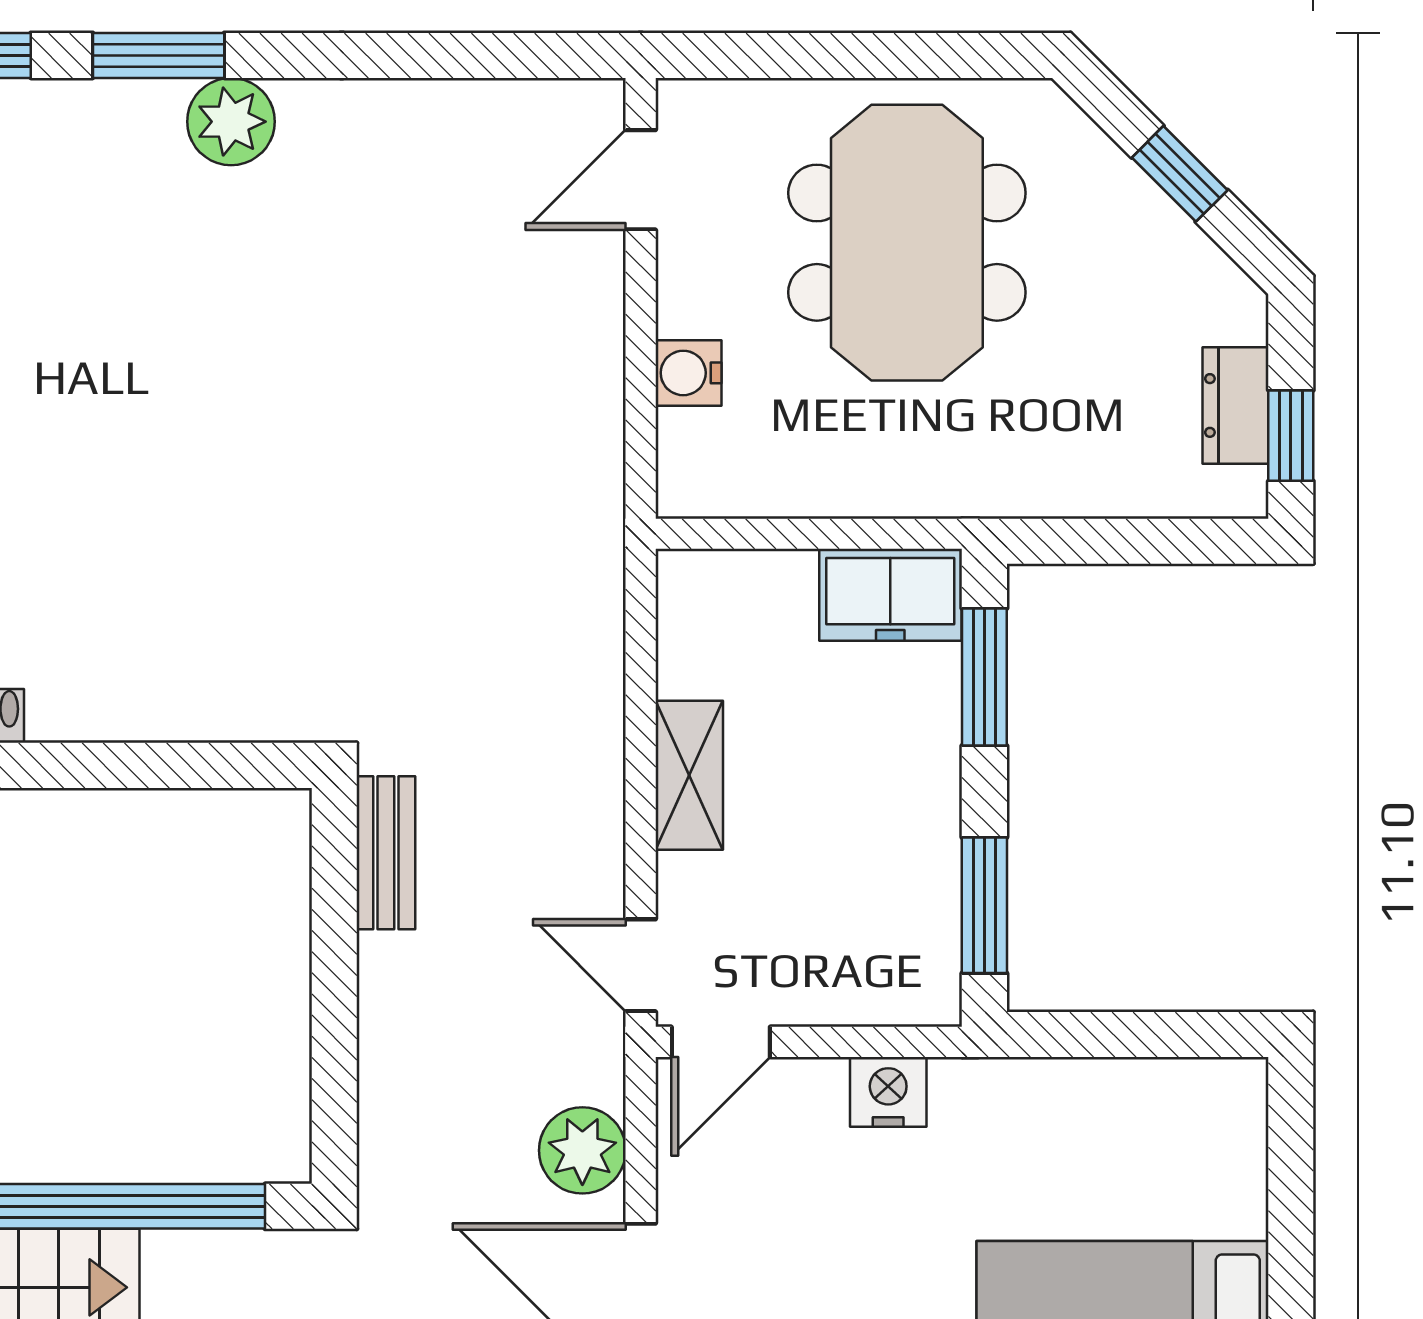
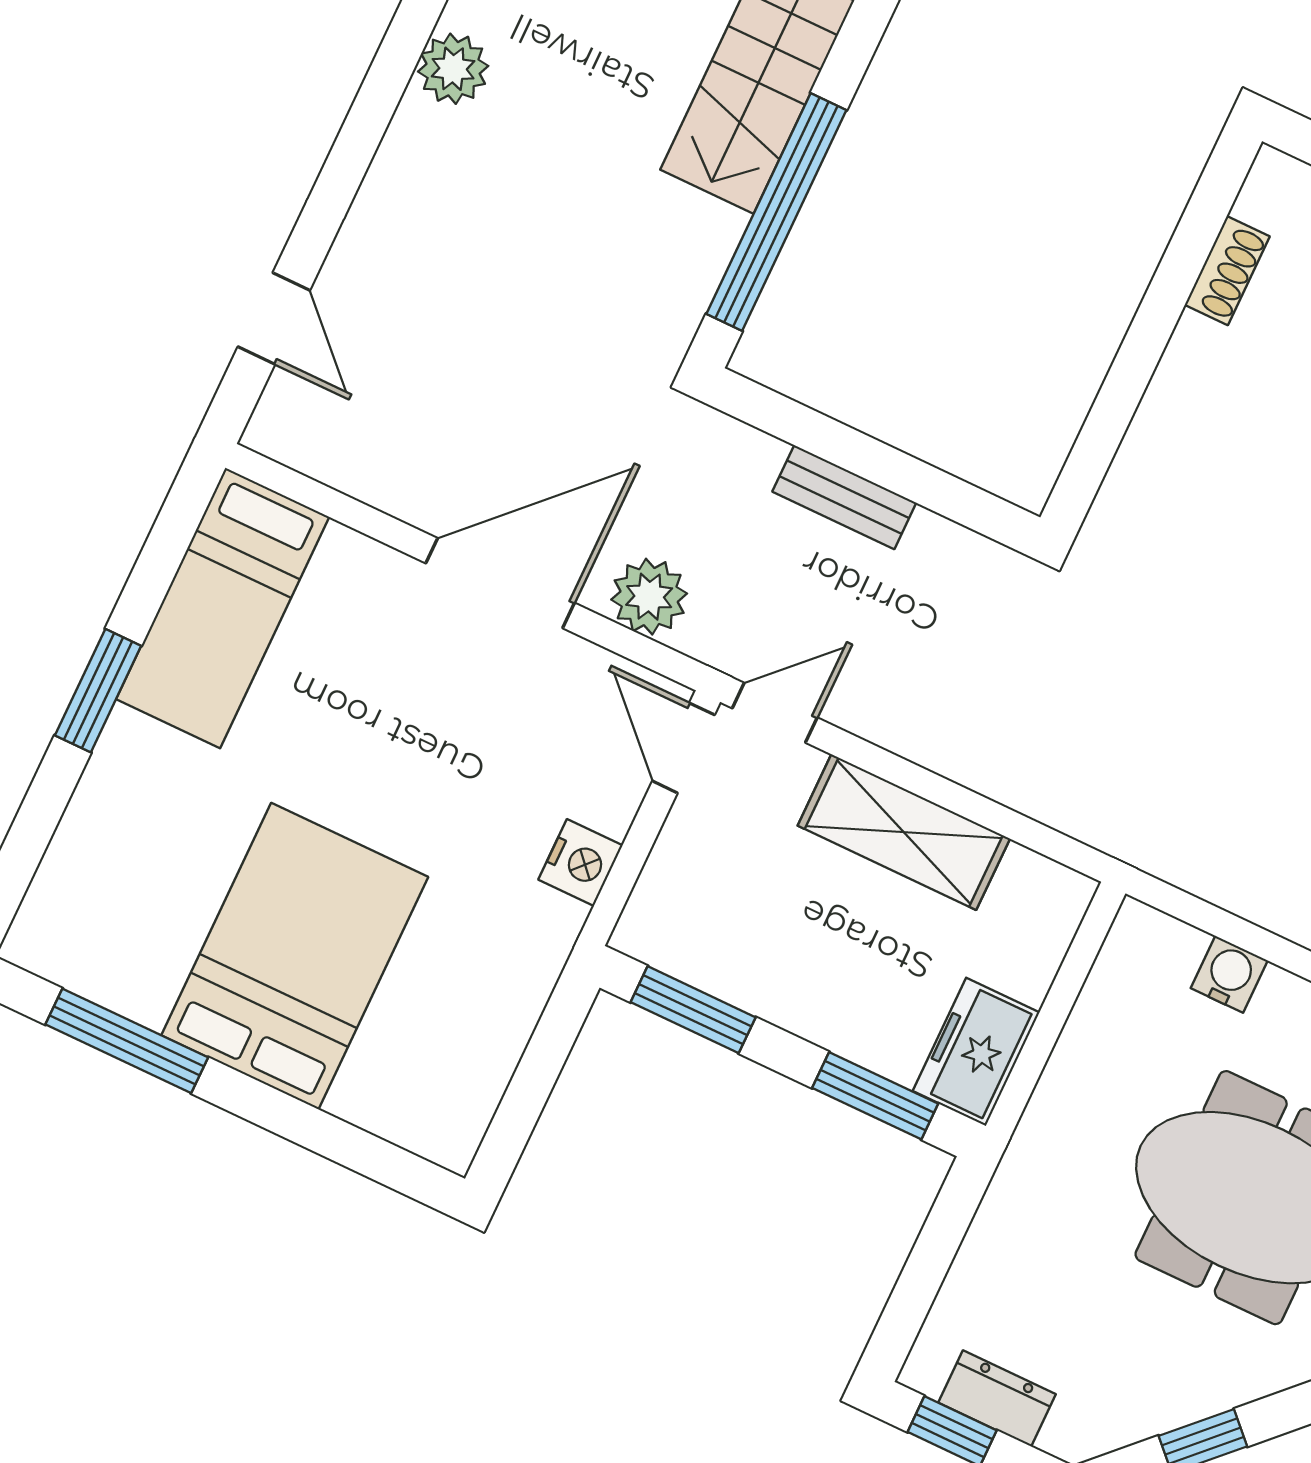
shelving: (689, 775) -> (904, 832), width x1.50, depth x1.33
bench: (386, 853) -> (844, 497), moved

